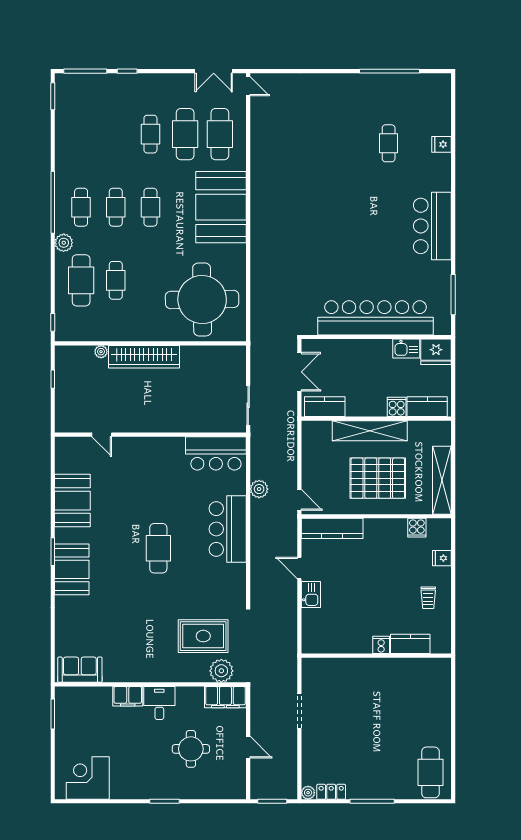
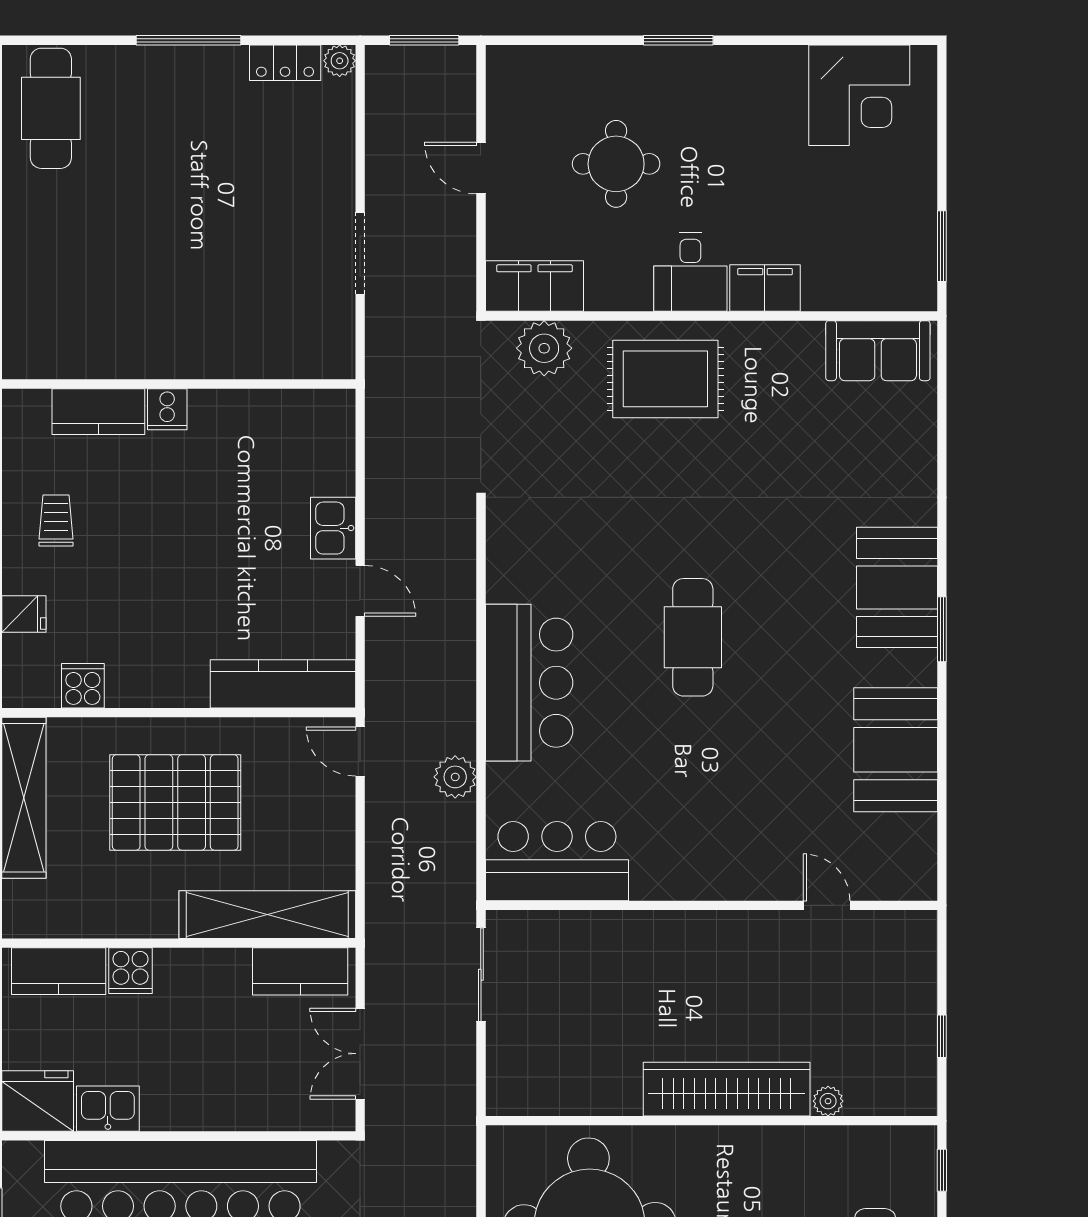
shelving: (370, 431) -> (267, 915), moved
rug: (203, 636) -> (665, 379), moved

